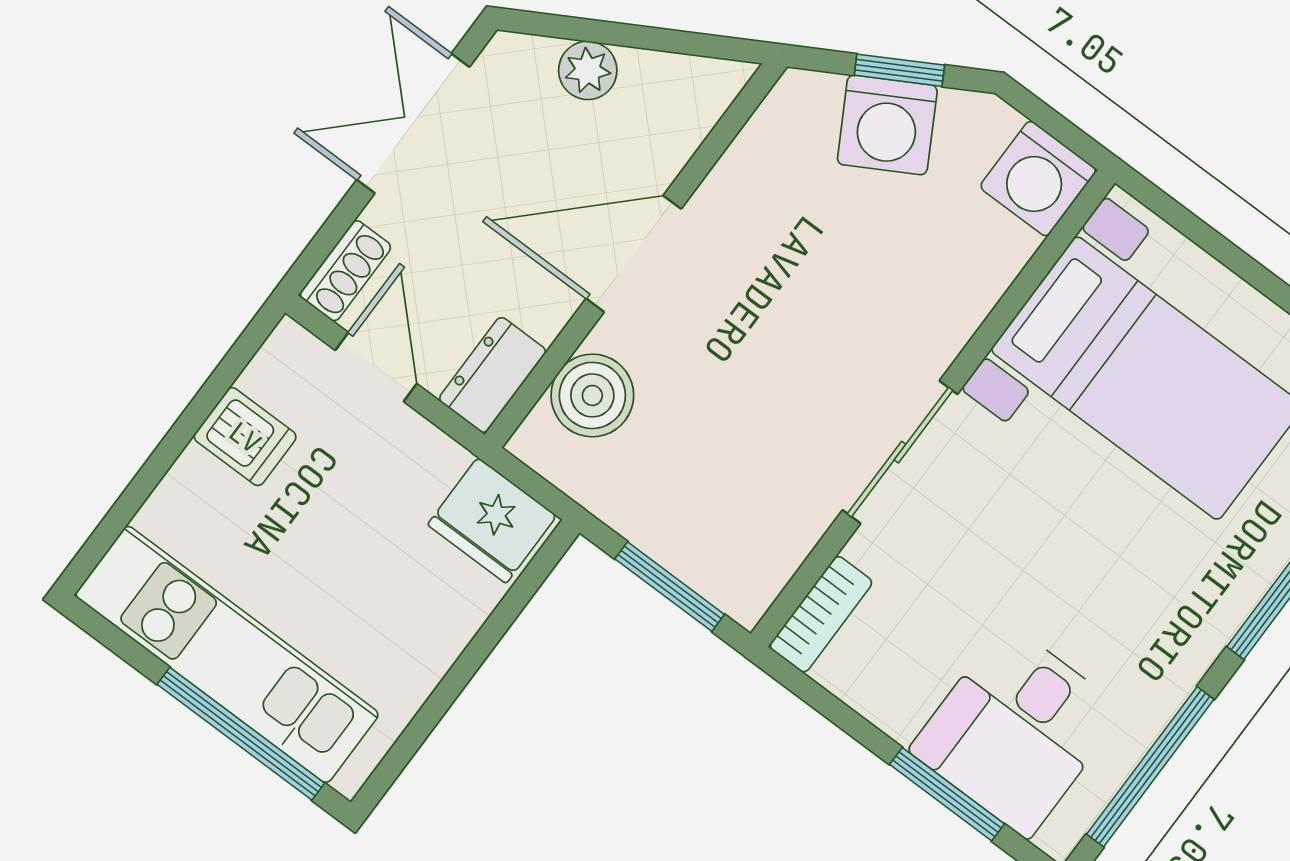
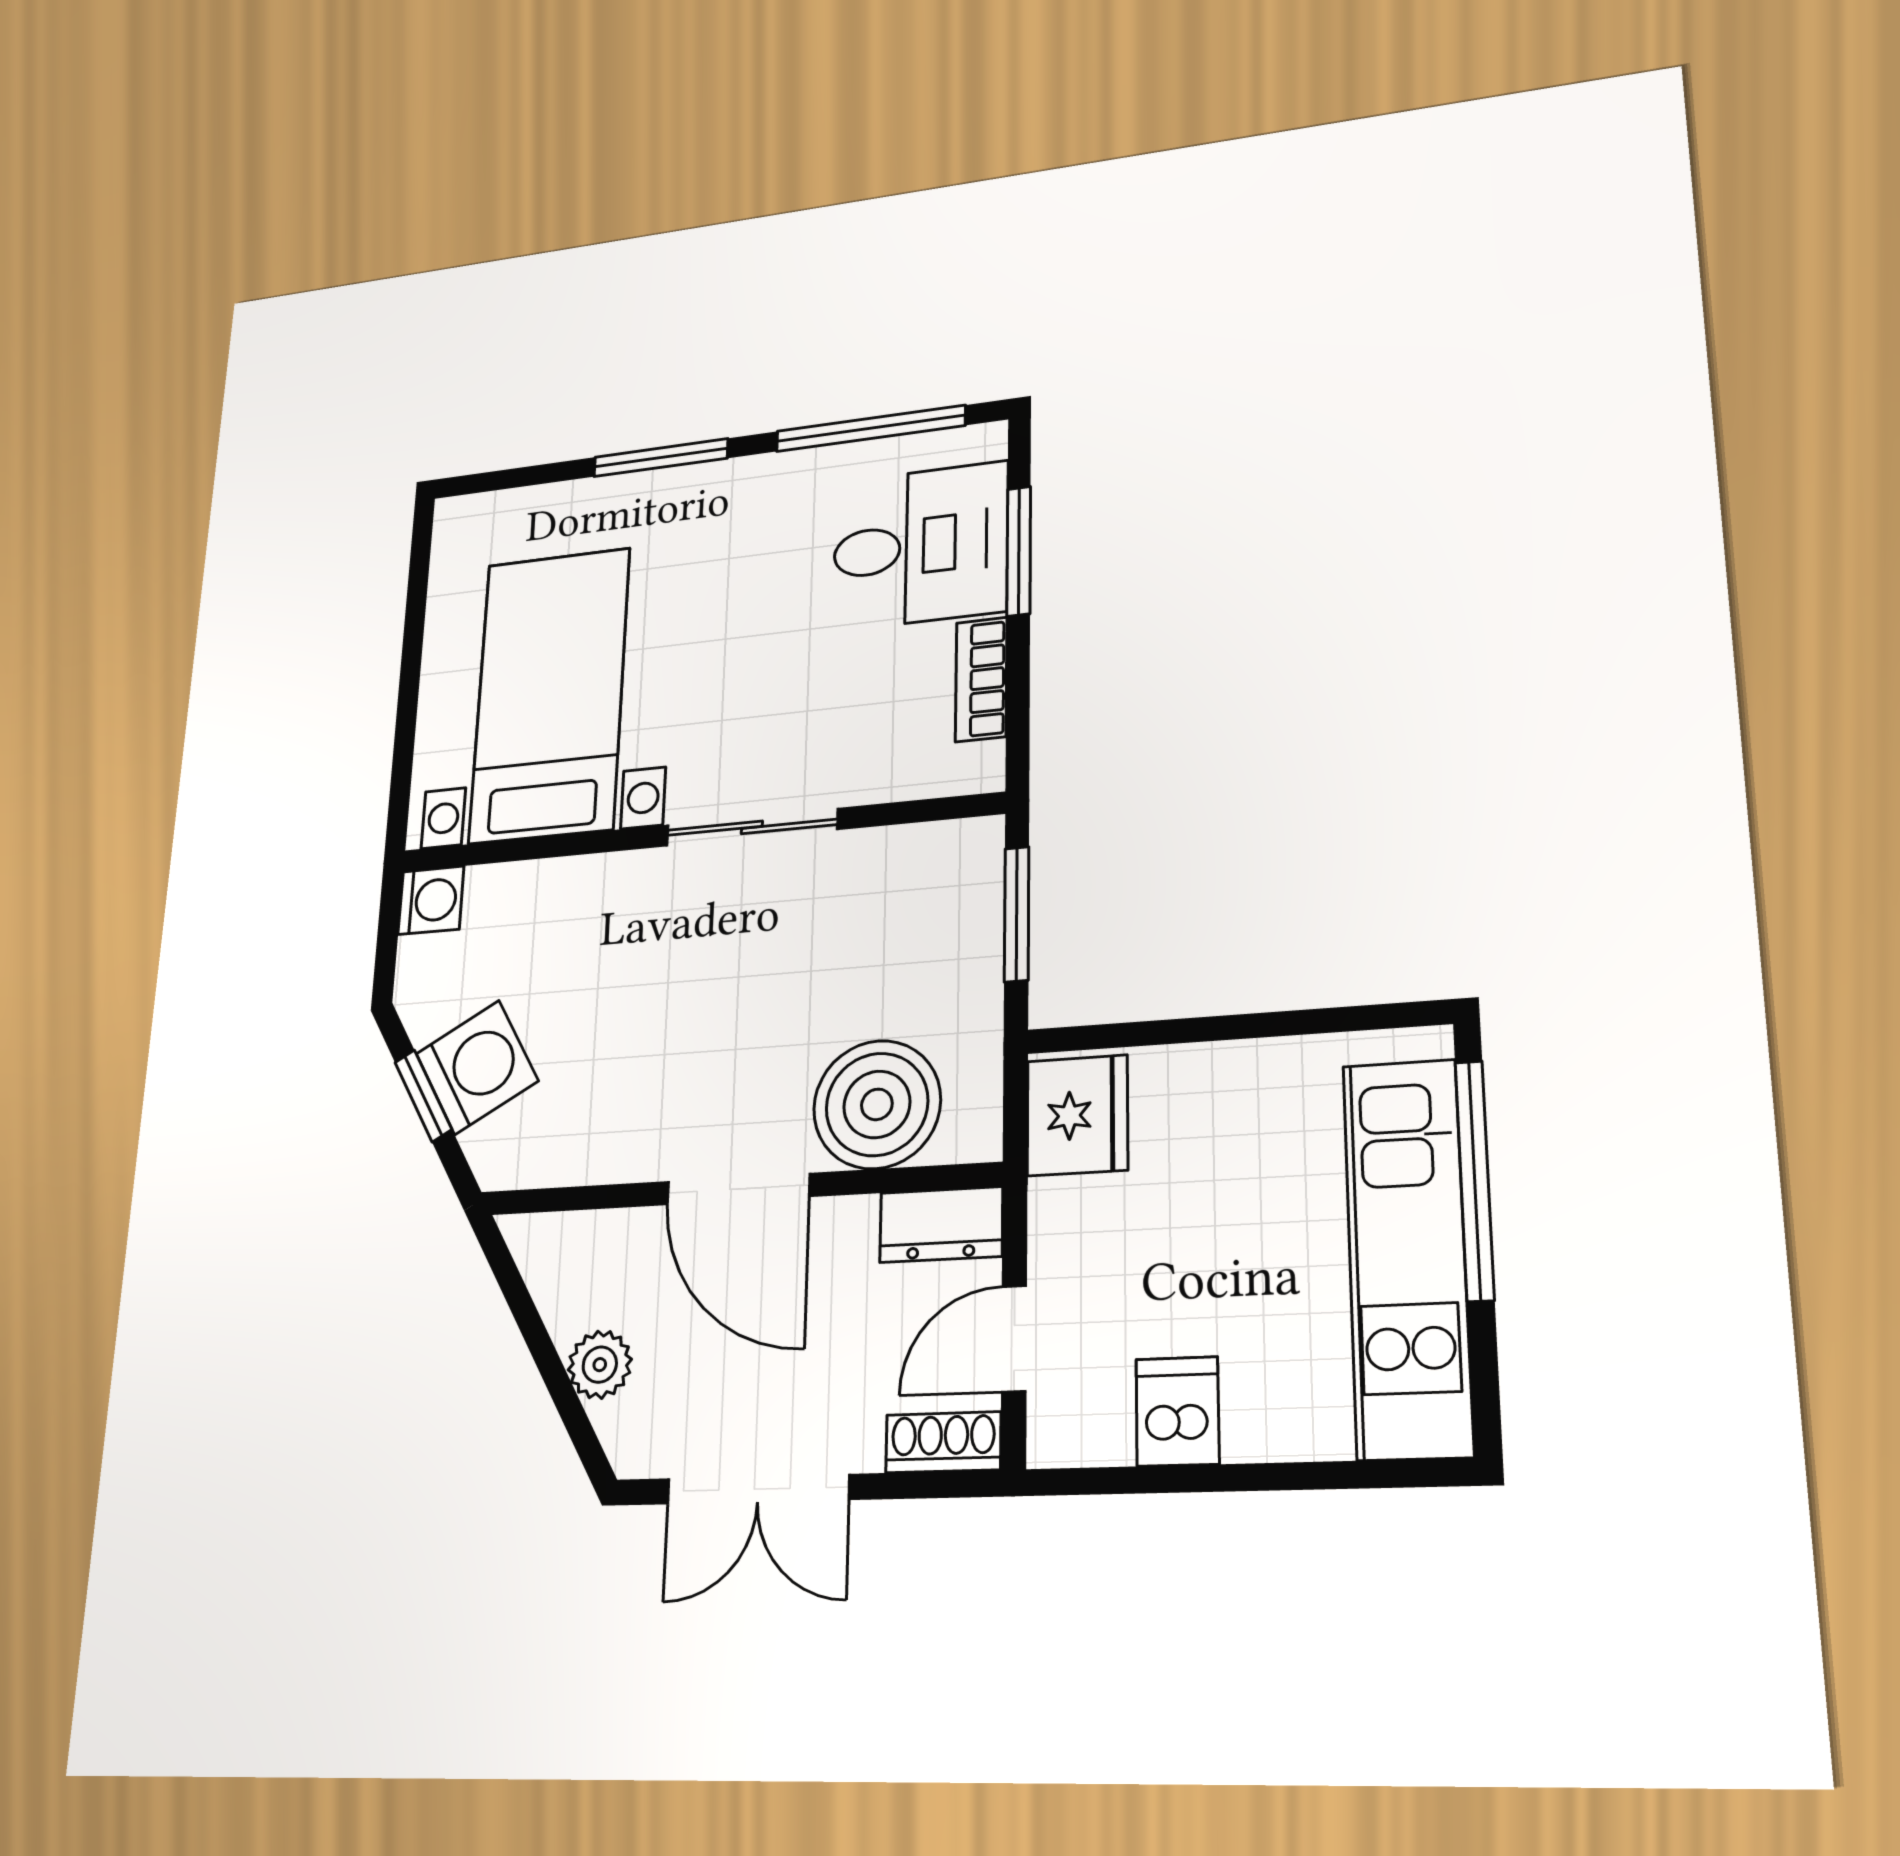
washing machine: (1038, 178) -> (431, 900), width x0.73, depth x0.73
boiler: (592, 395) -> (877, 1104), width x1.37, depth x1.37
bookcase: (821, 614) -> (981, 679), moved, turned -90

